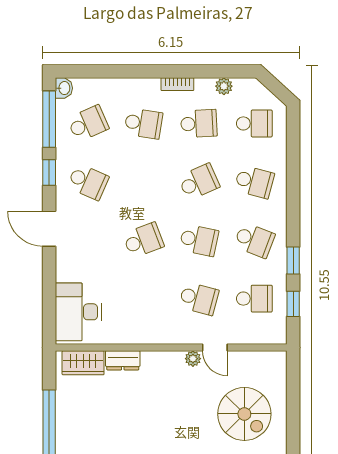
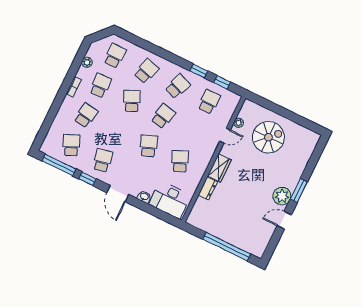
washbasin: (64, 88) -> (144, 197), moved
school desk: (88, 182) -> (103, 160), turned -36
door: (49, 229) -> (118, 194), hinge flipped
school desk: (199, 299) -> (180, 161), moved, turned -39
plant: (193, 359) -> (239, 123), moved
wardrobe: (83, 363) -> (219, 168), moved

